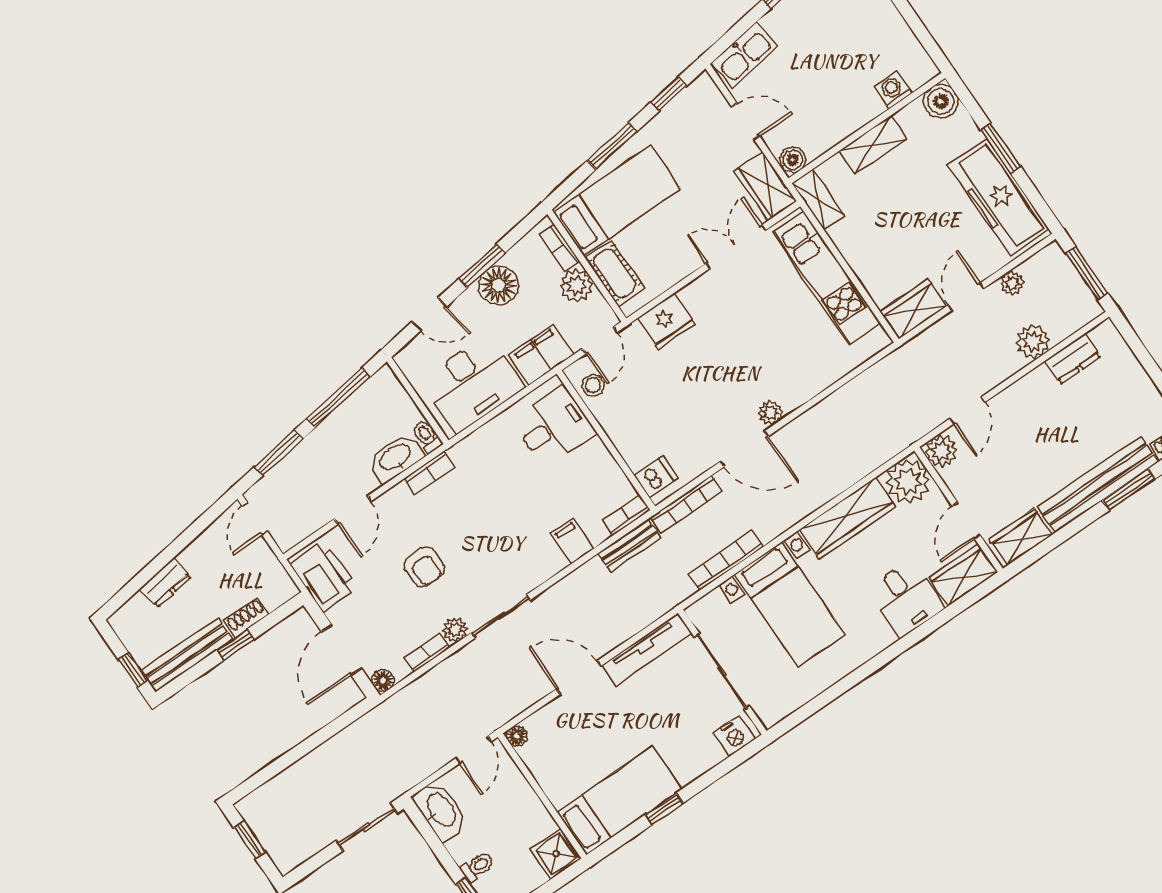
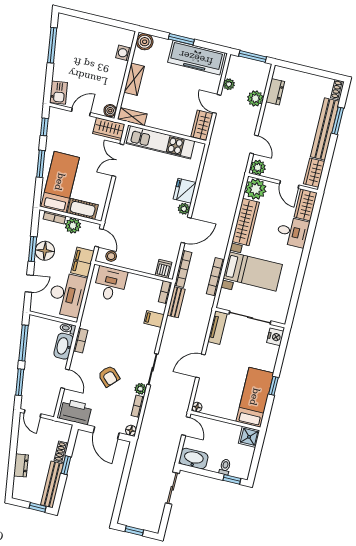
kitchen sink: (744, 55) -> (58, 93), width x0.73
fridge: (666, 322) -> (185, 191), moved, turned 180
armchair: (424, 567) -> (109, 376), turned 44
tv unit: (647, 650) -> (217, 328), width x0.71

